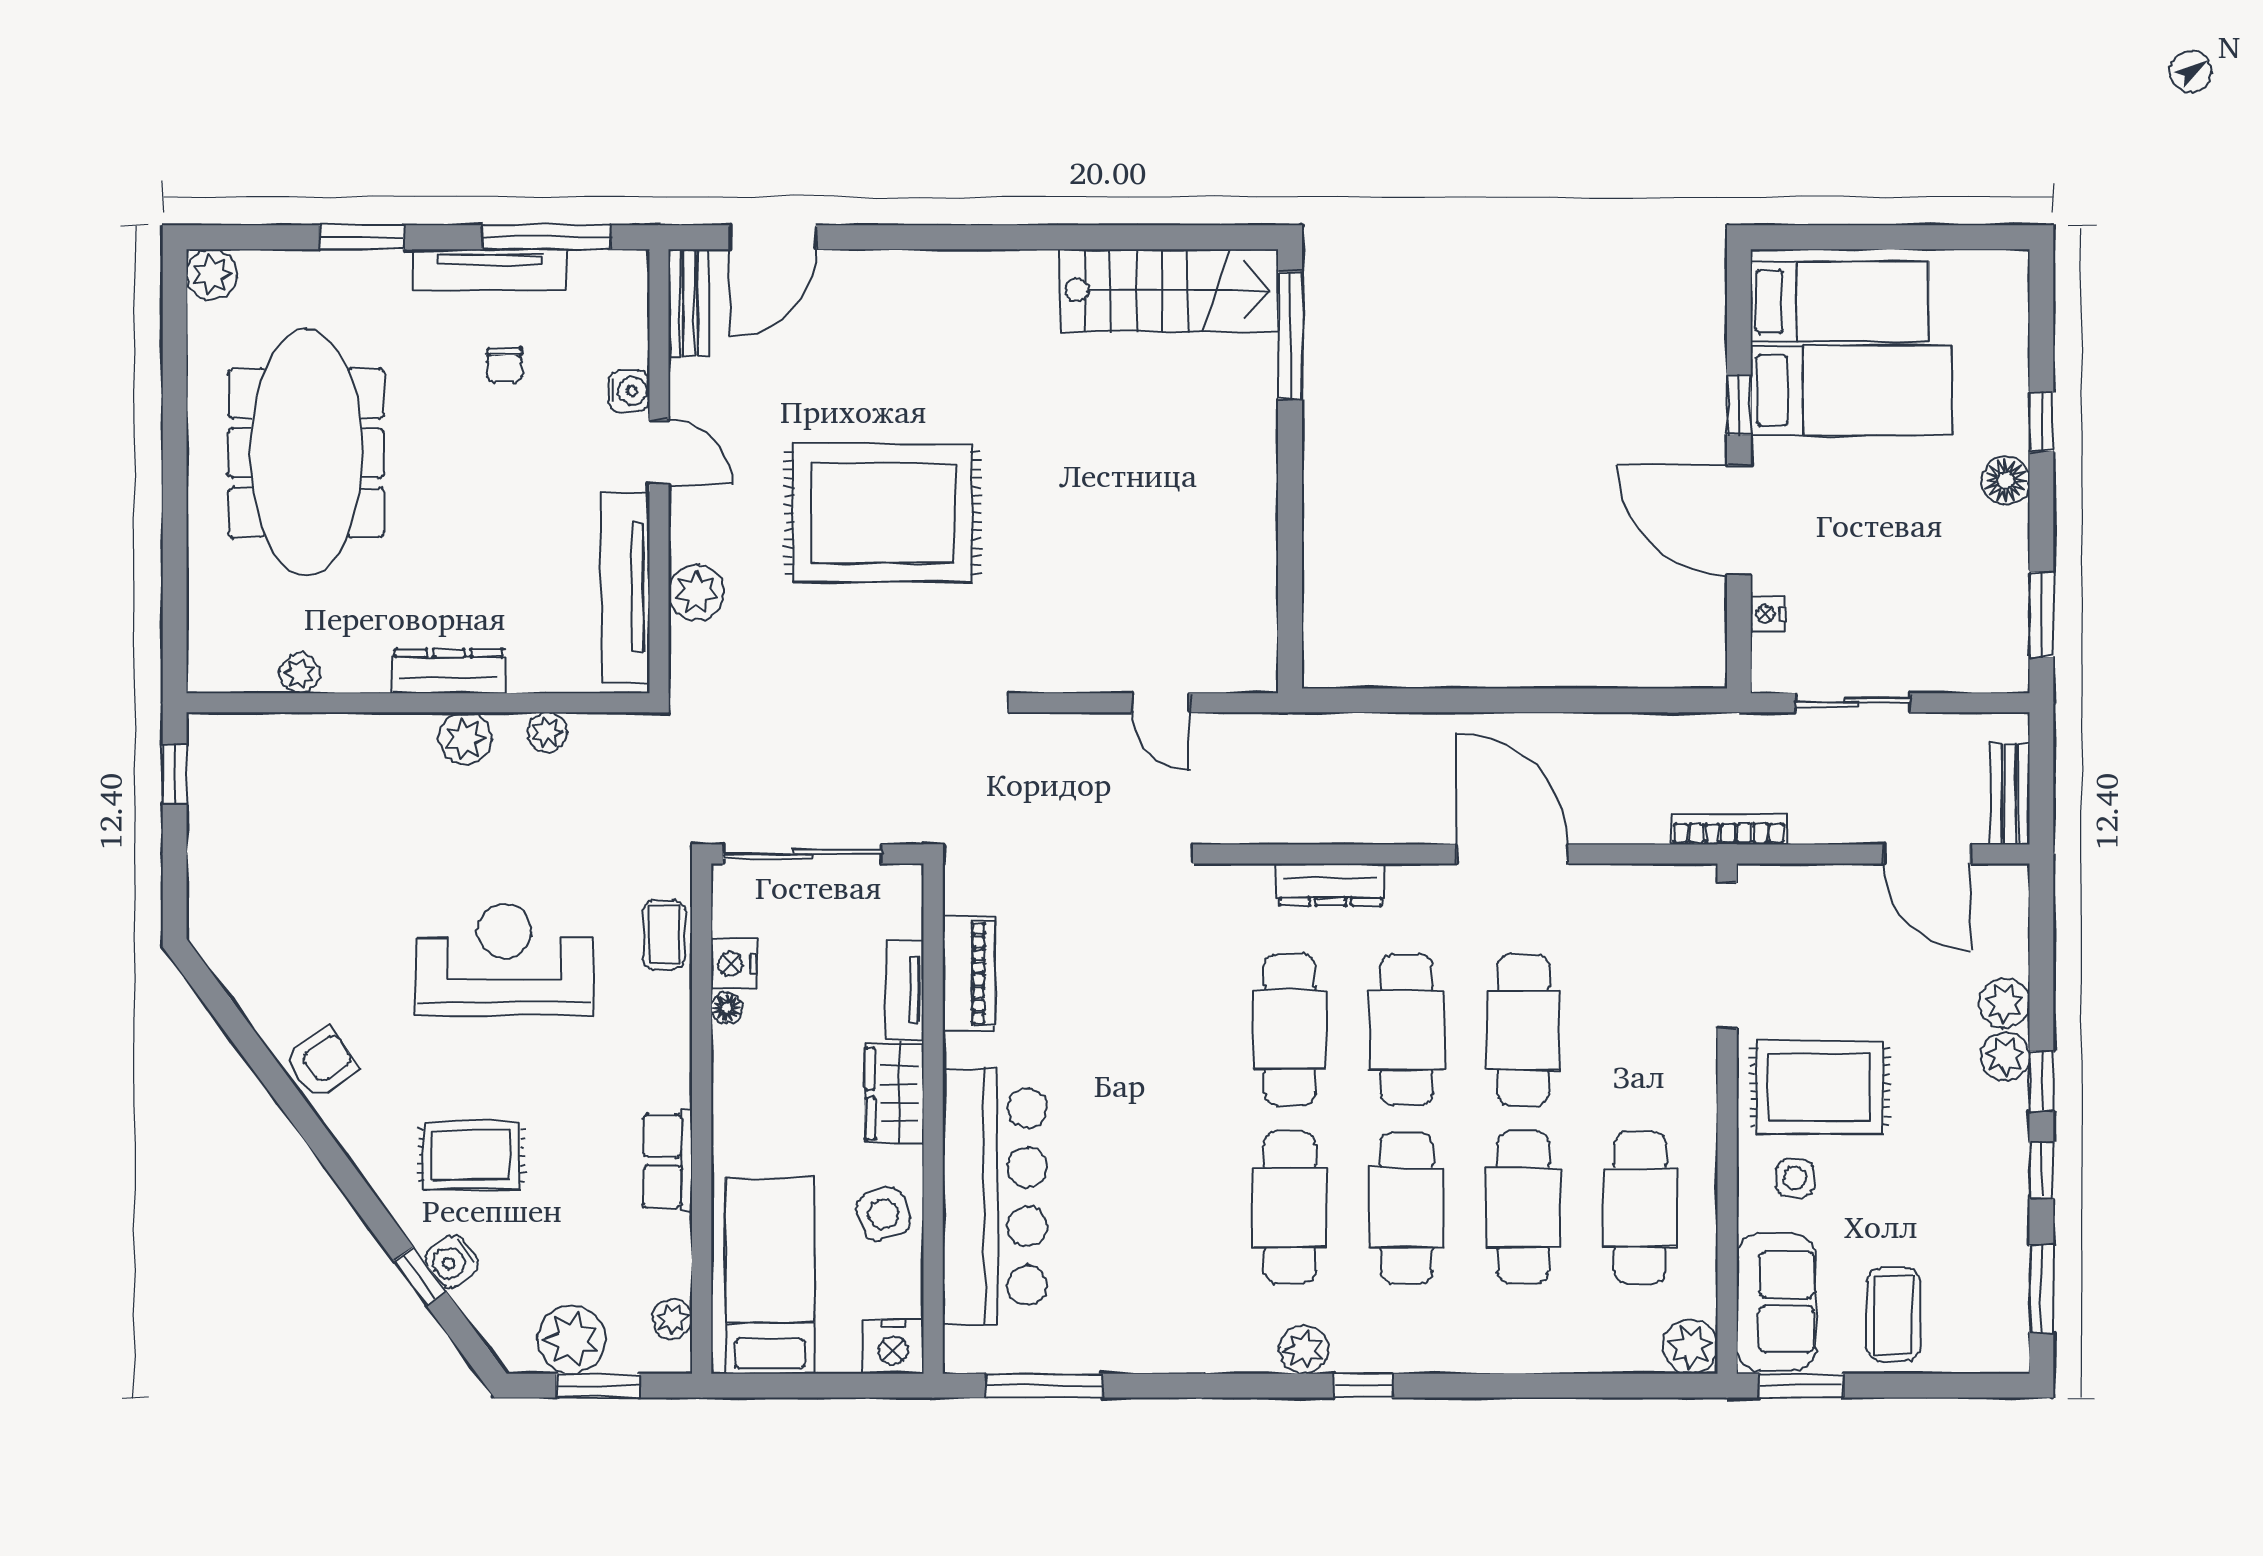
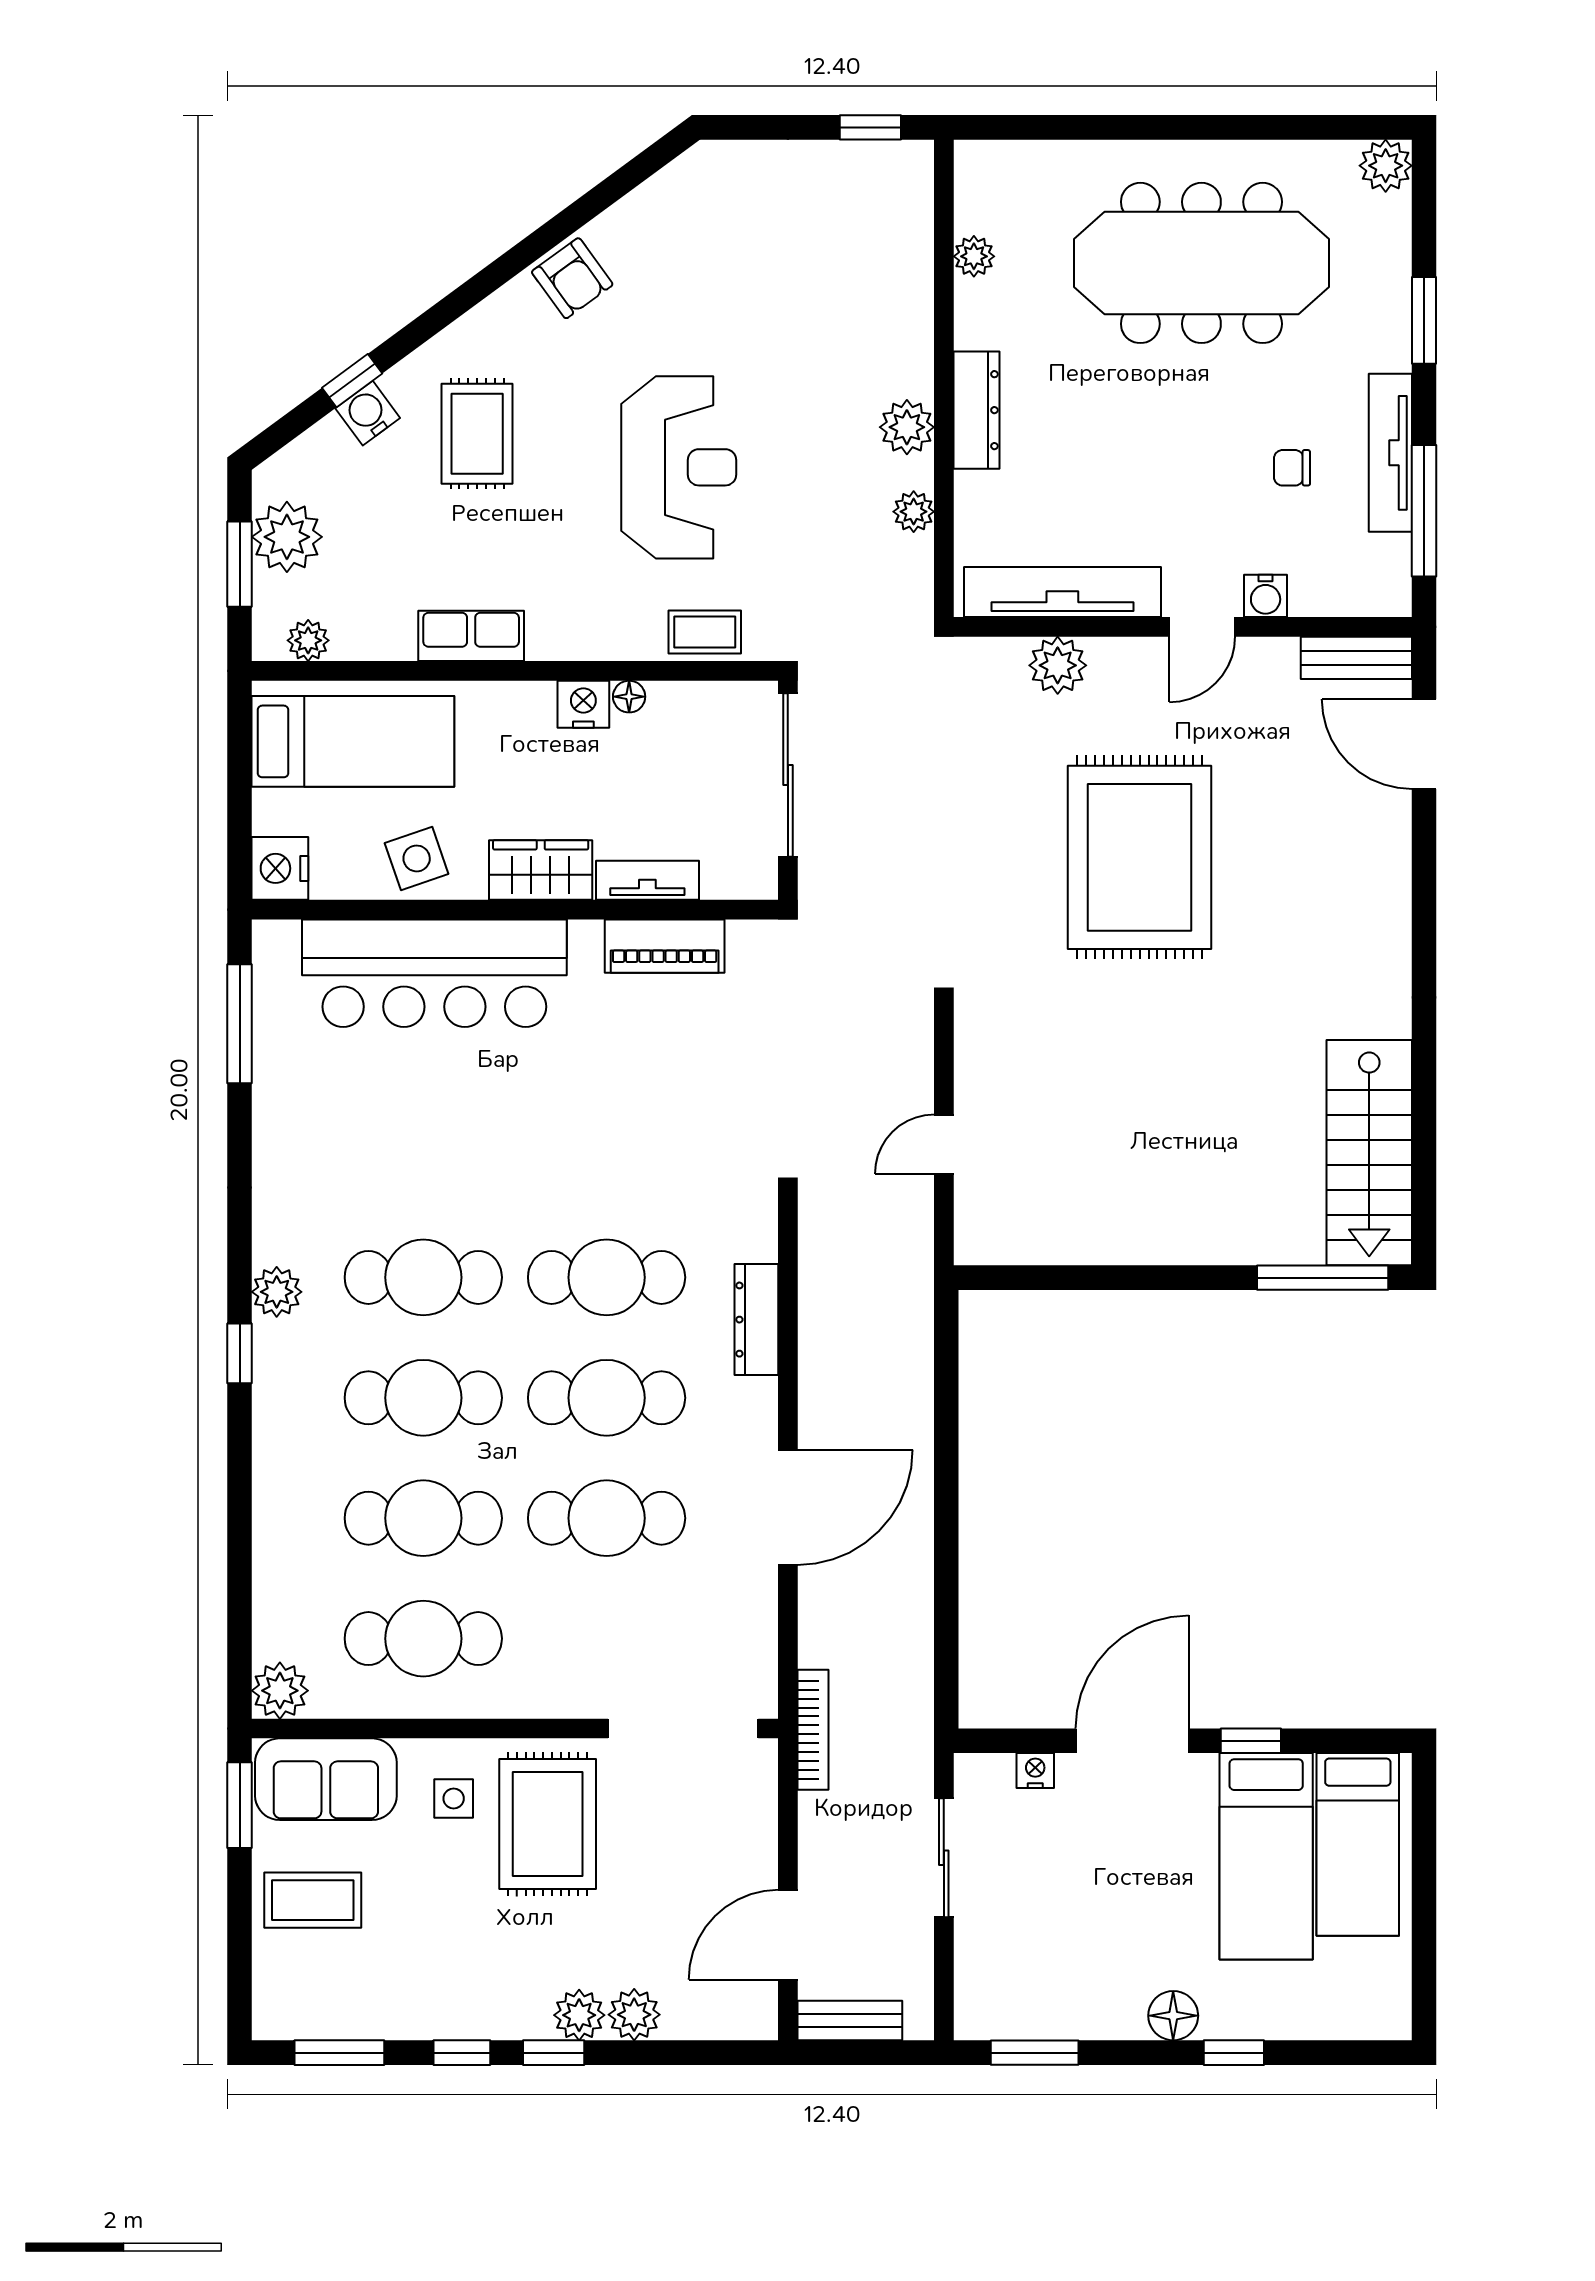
nightstand: (734, 964) -> (583, 704), moved

